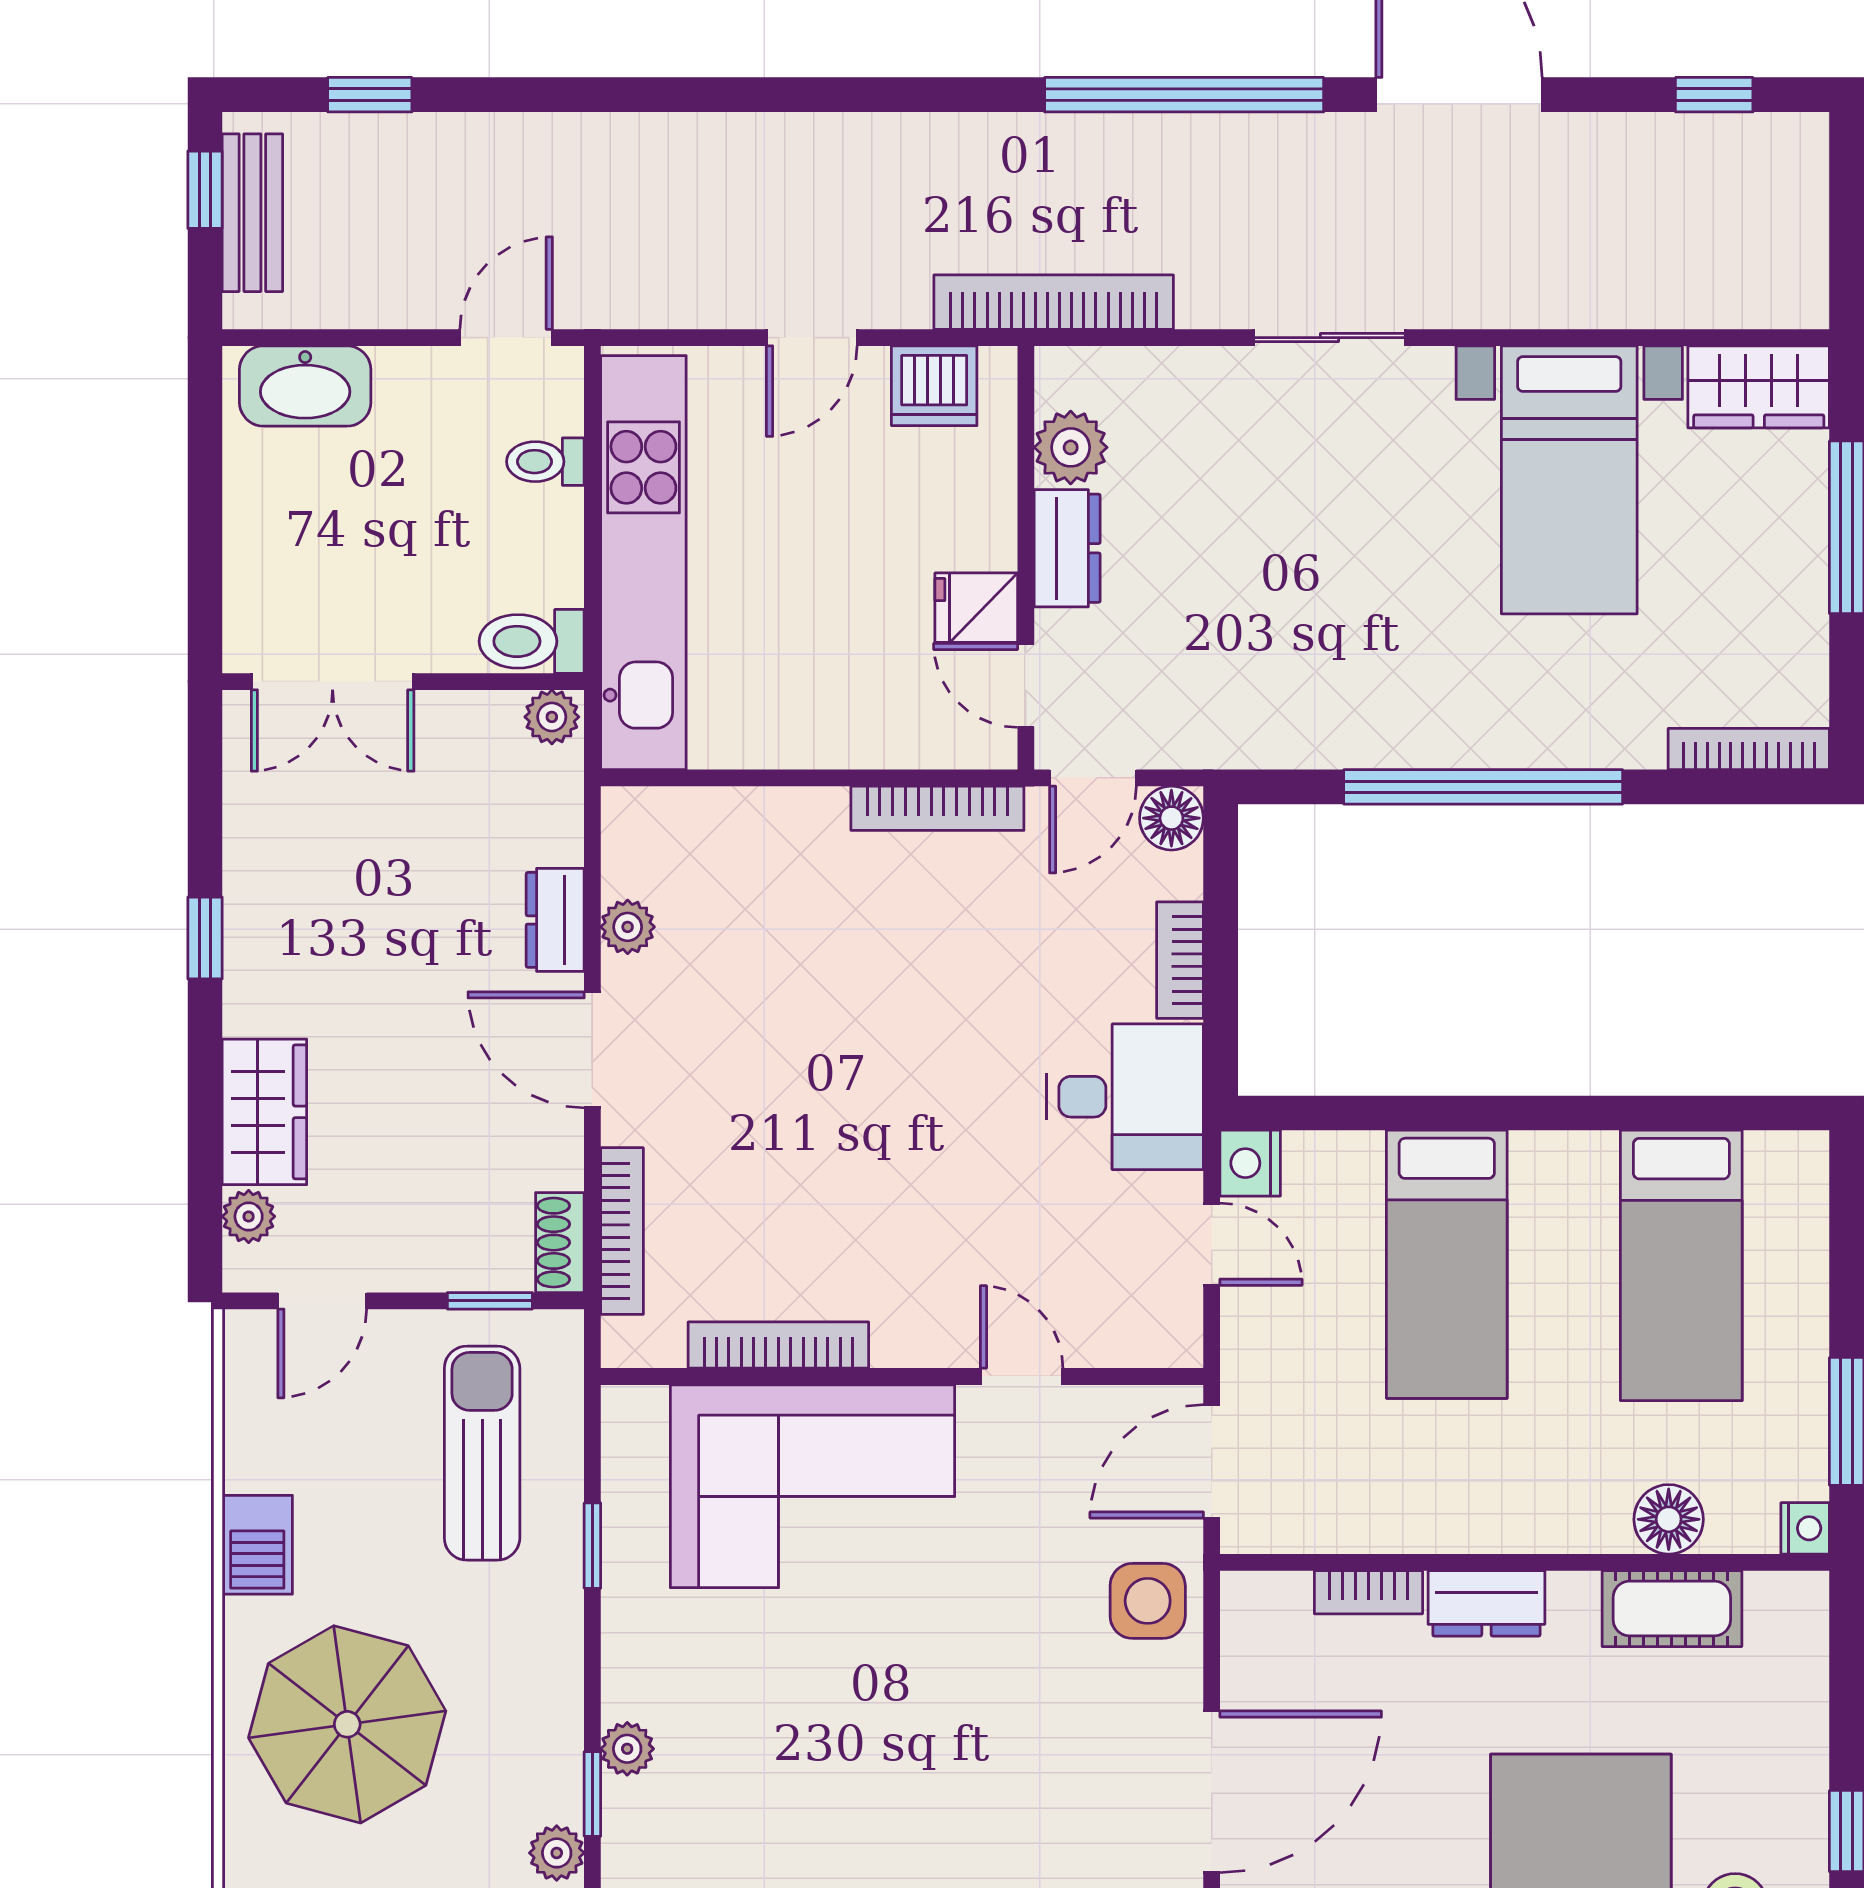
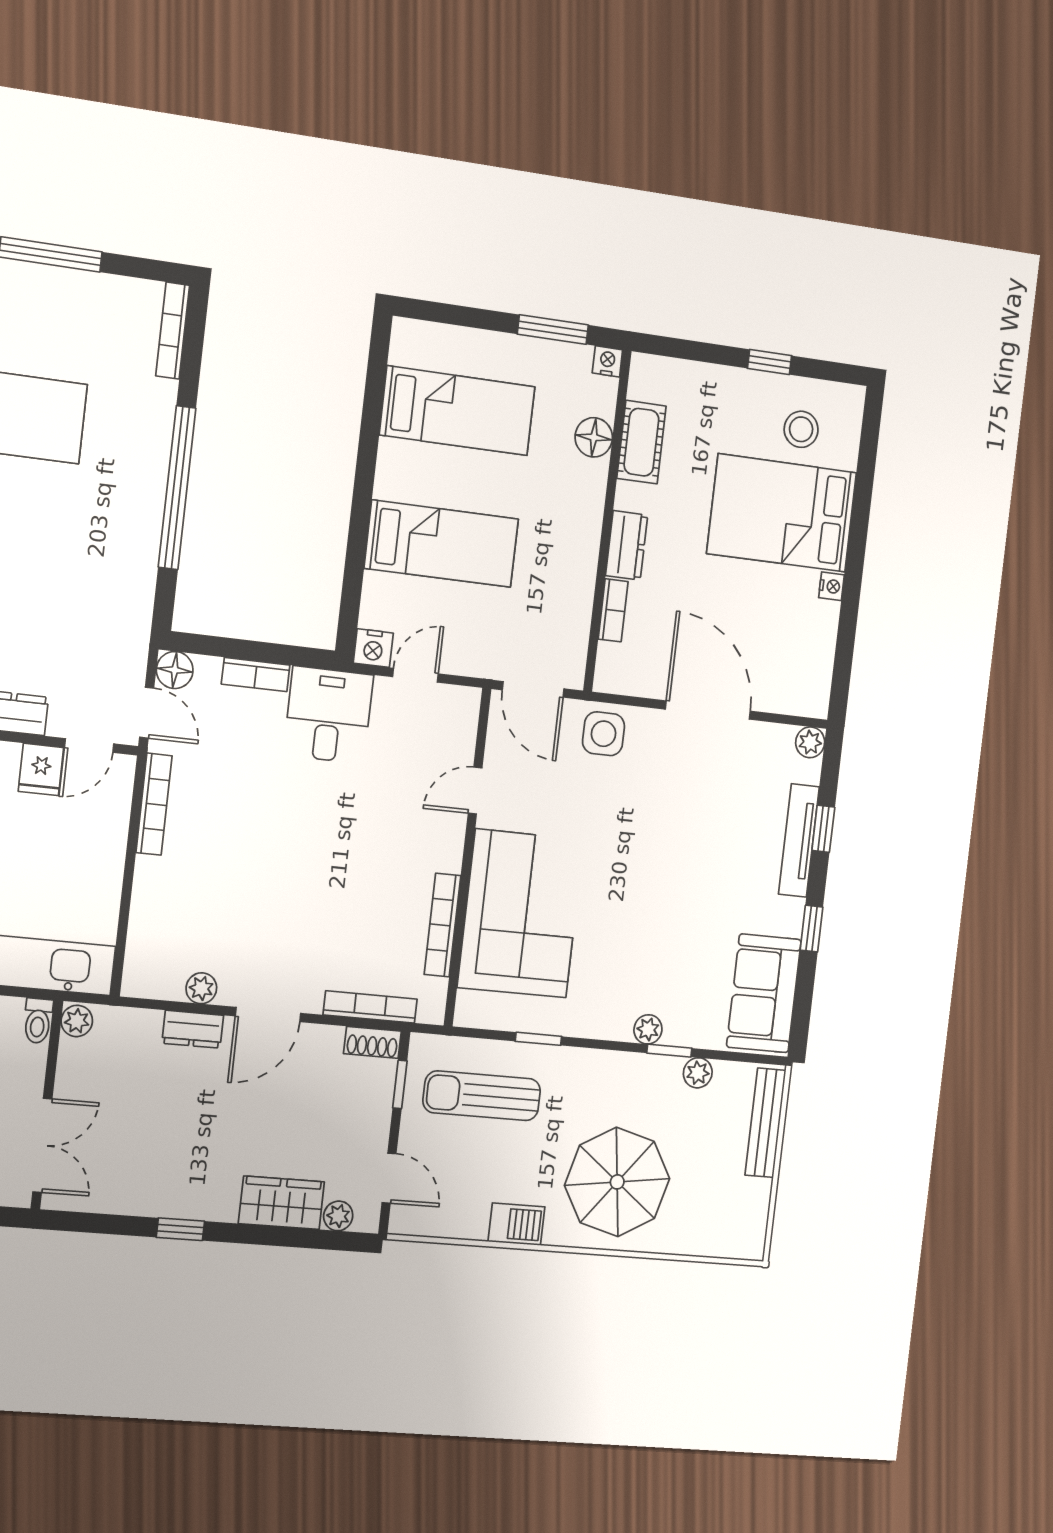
toilet: (532, 641) -> (38, 1021), width x0.73, depth x0.72

